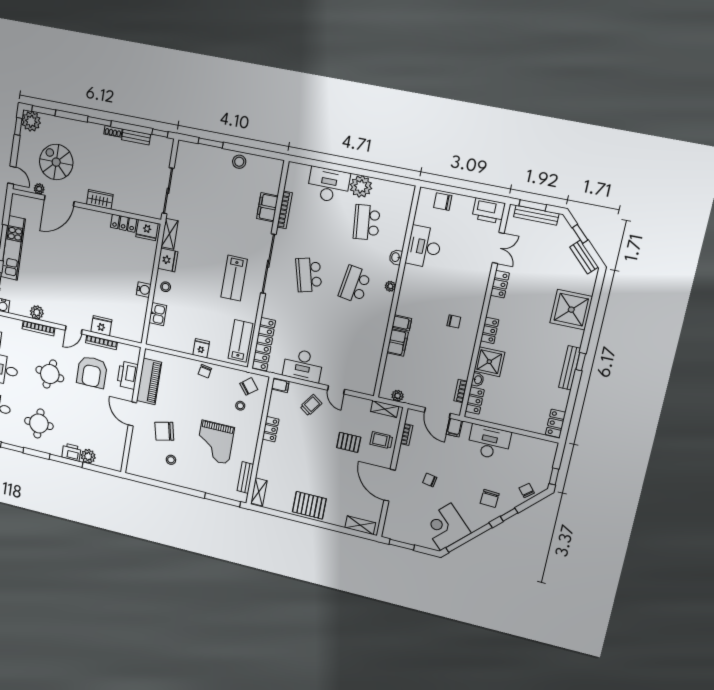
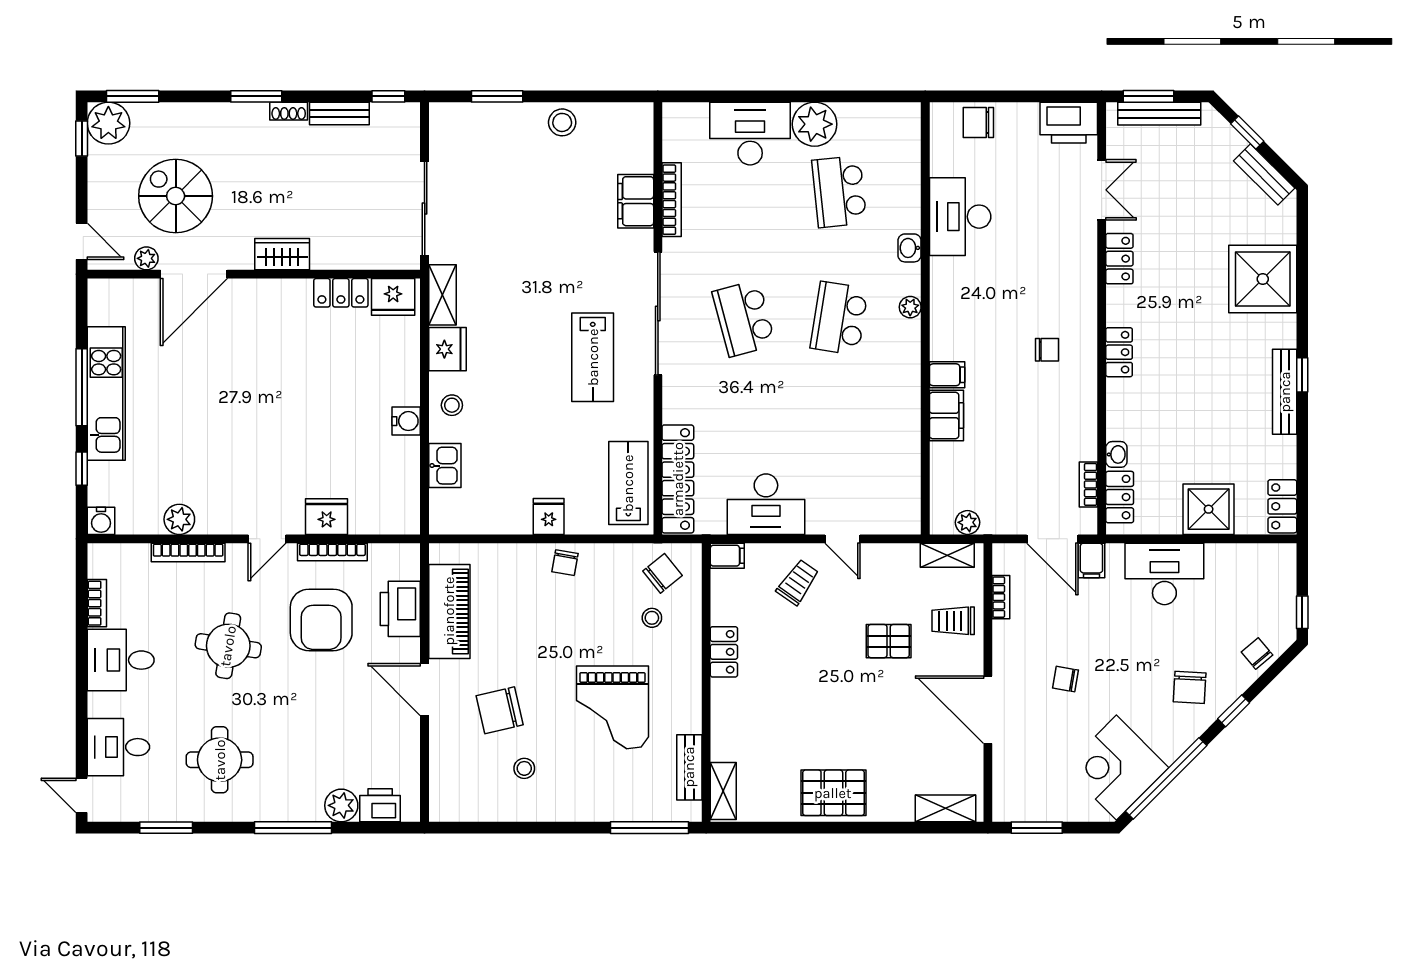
shower: (489, 362) -> (1209, 509), moved
printer: (71, 452) -> (380, 805), moved

